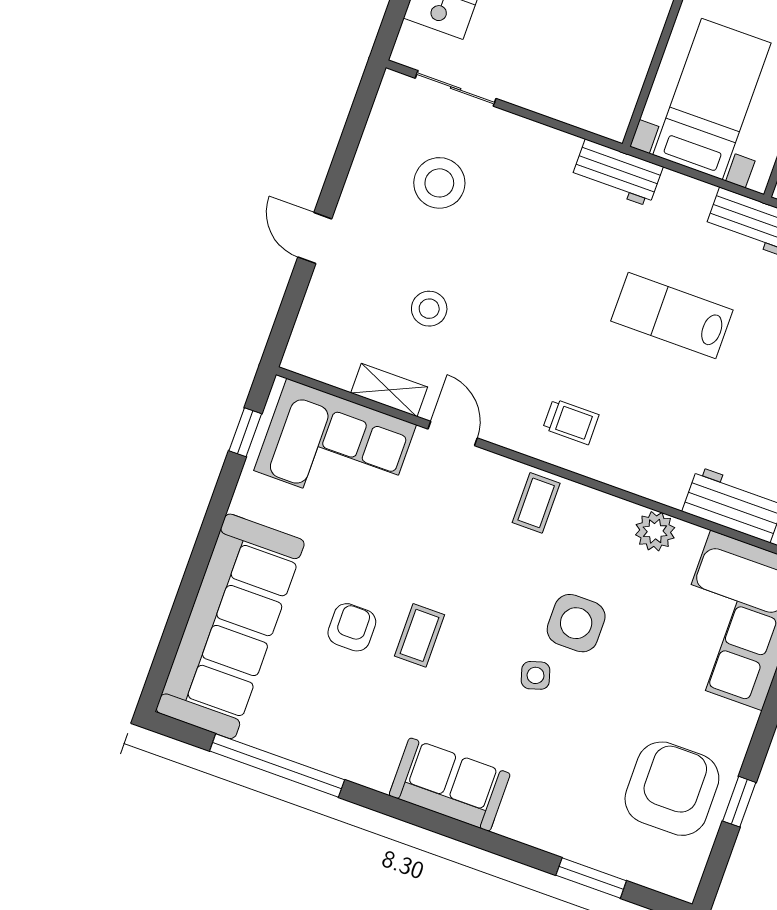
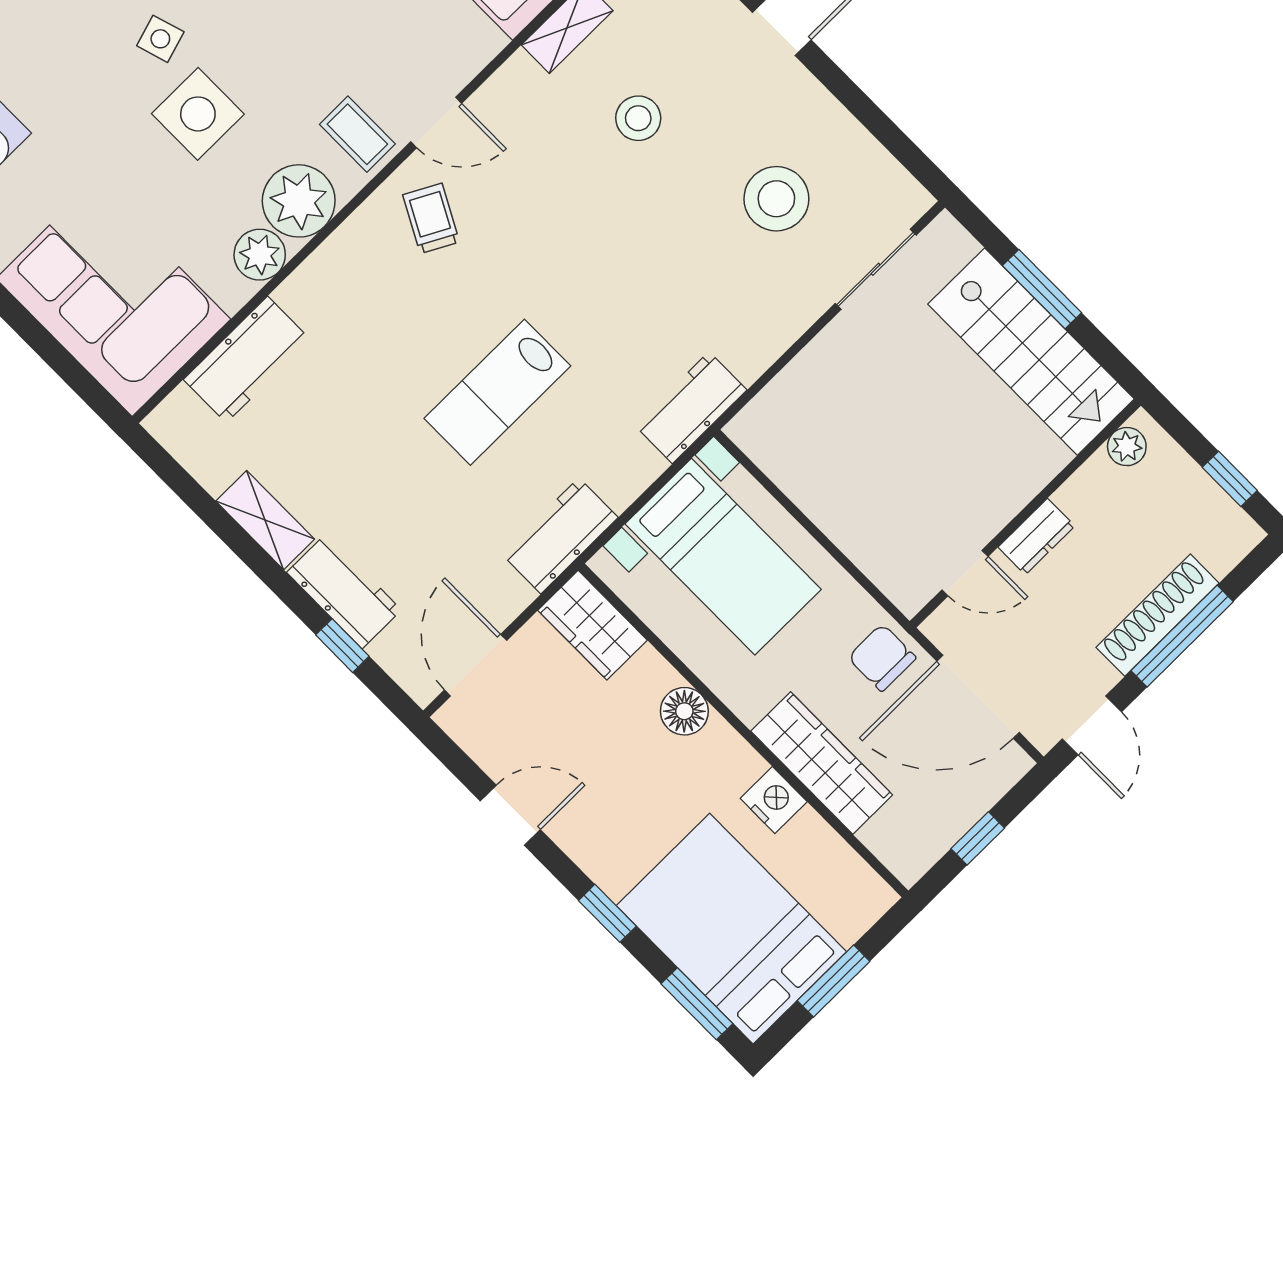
lab bench: (672, 315) -> (497, 392), turned 180
trolley: (571, 422) -> (431, 218), turned 118
door: (453, 433) -> (436, 123), moved
plant: (604, 522) -> (299, 201), added

